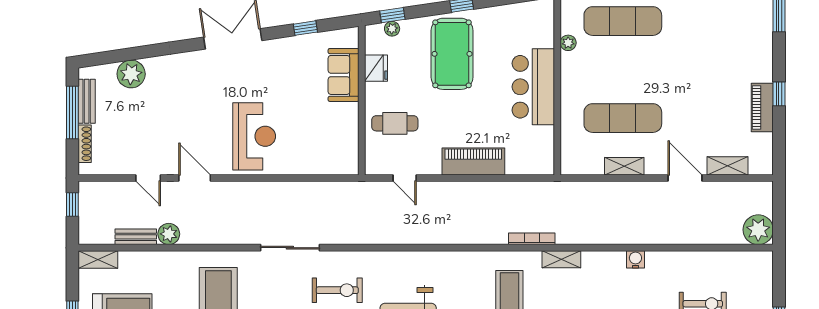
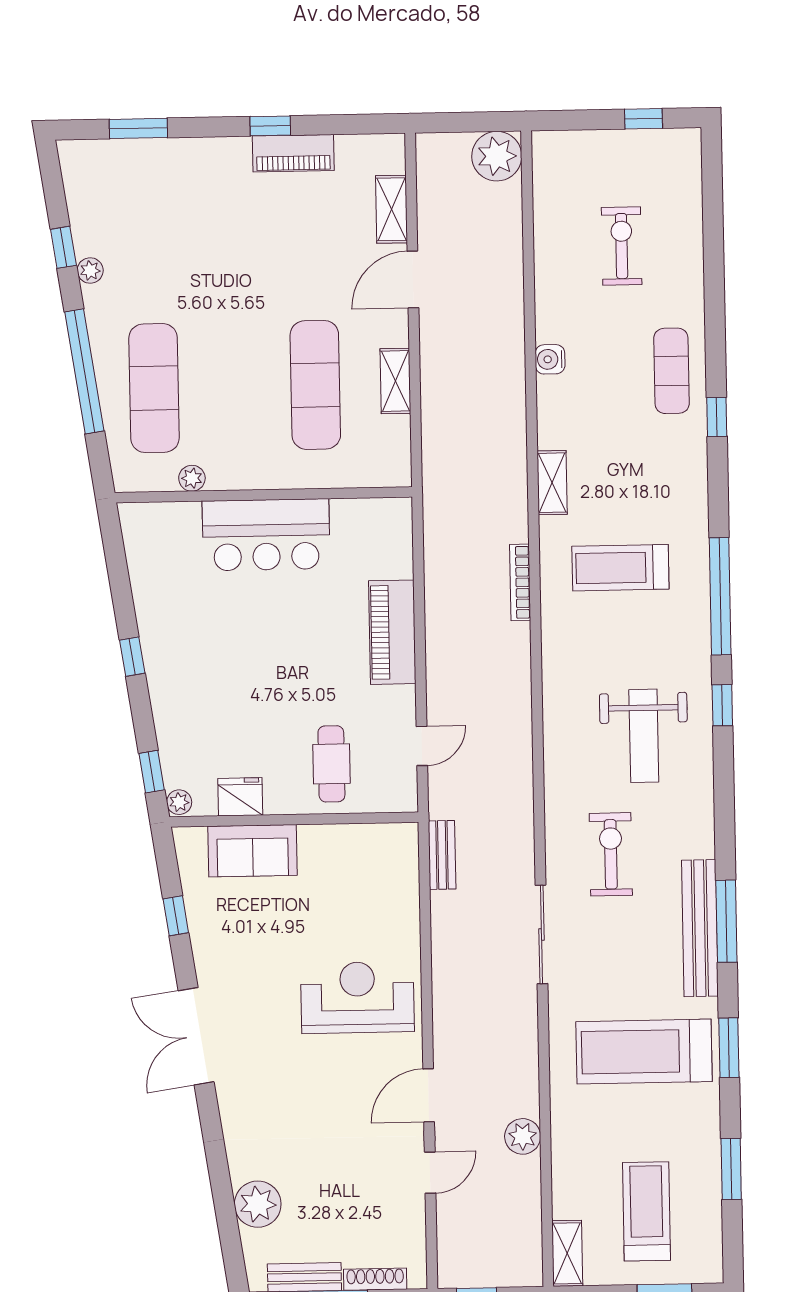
plant: (392, 29) -> (179, 802), moved
pool table: (452, 54) -> (214, 671), removed
bench: (136, 237) -> (442, 855), moved
bookcase: (532, 239) -> (520, 582), moved

